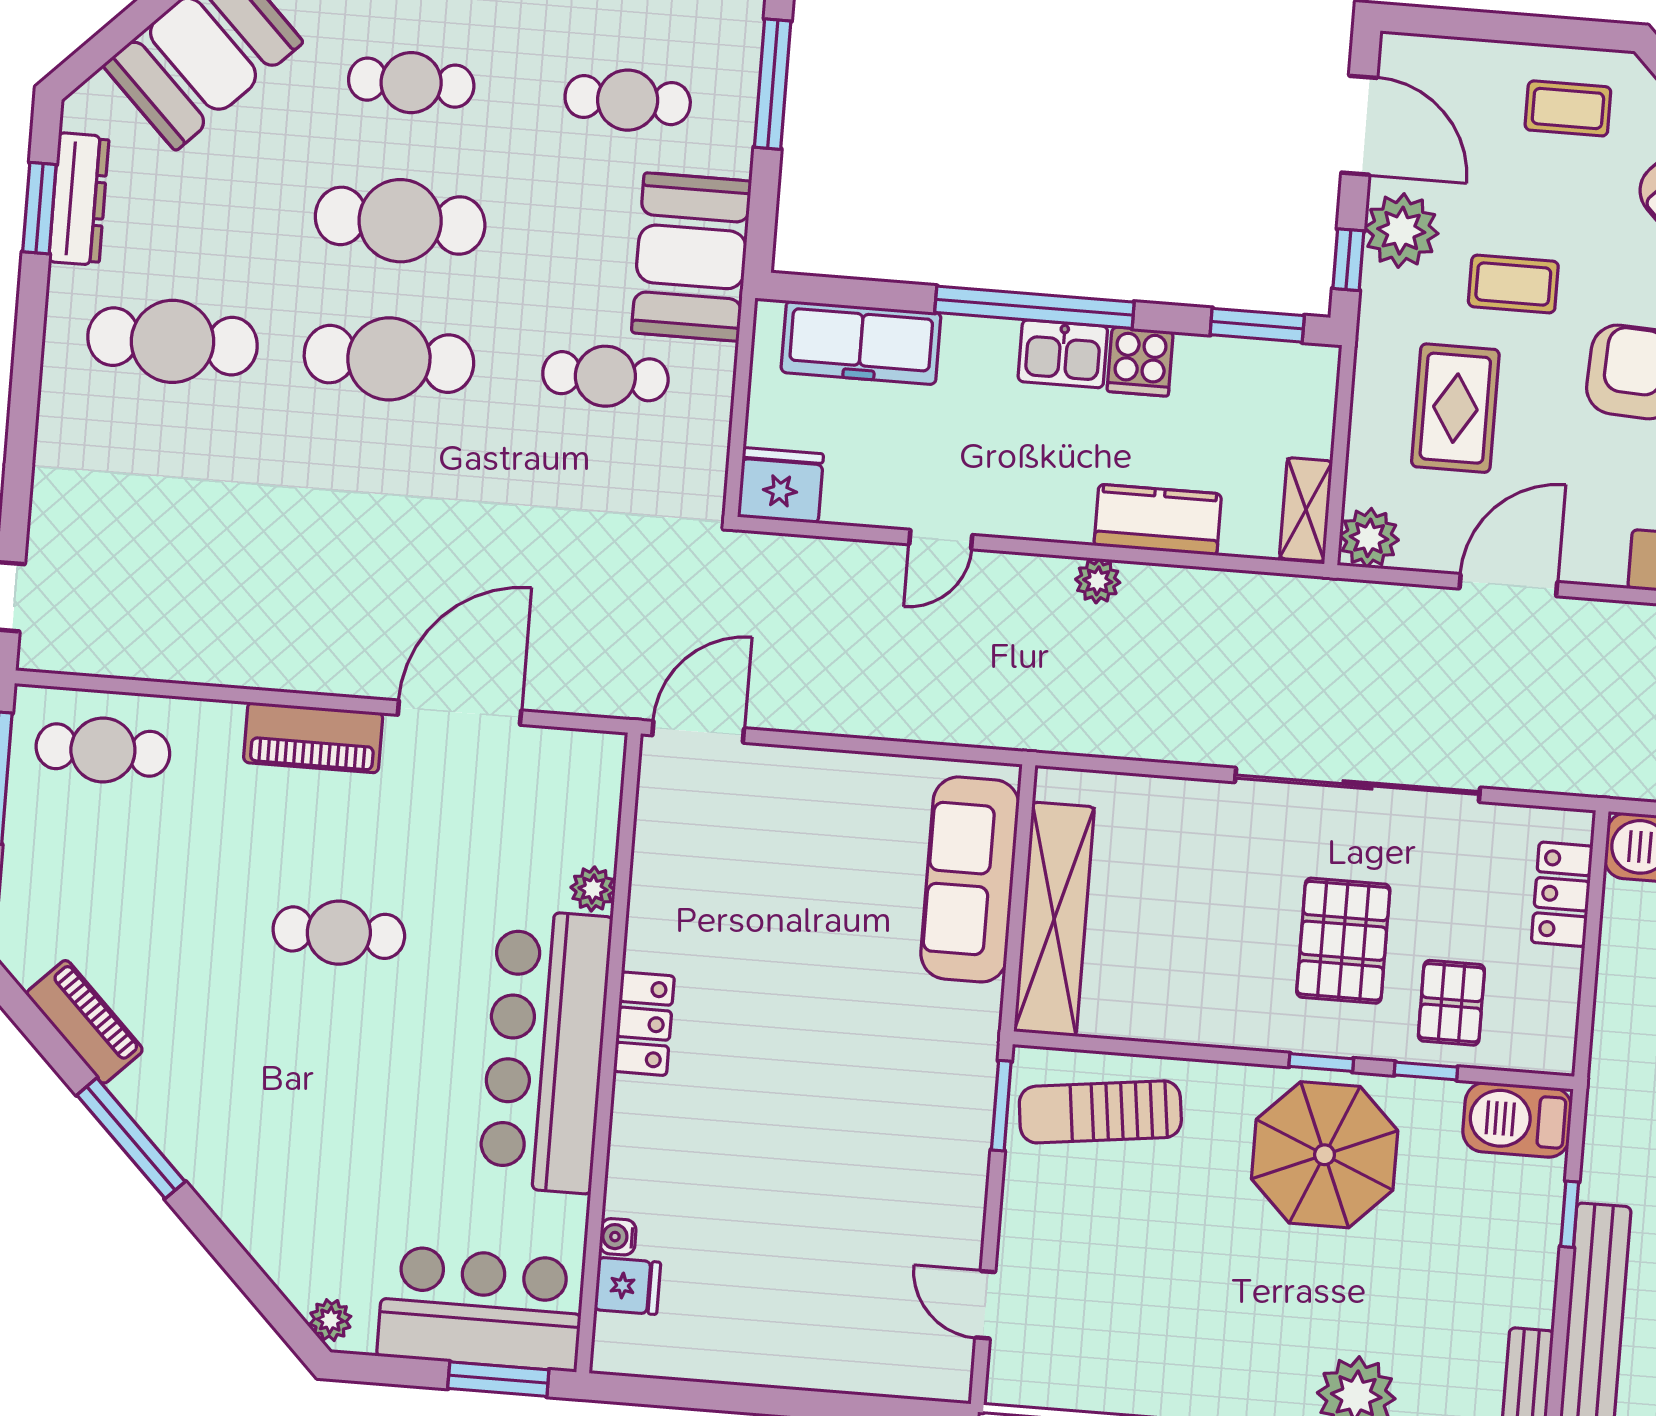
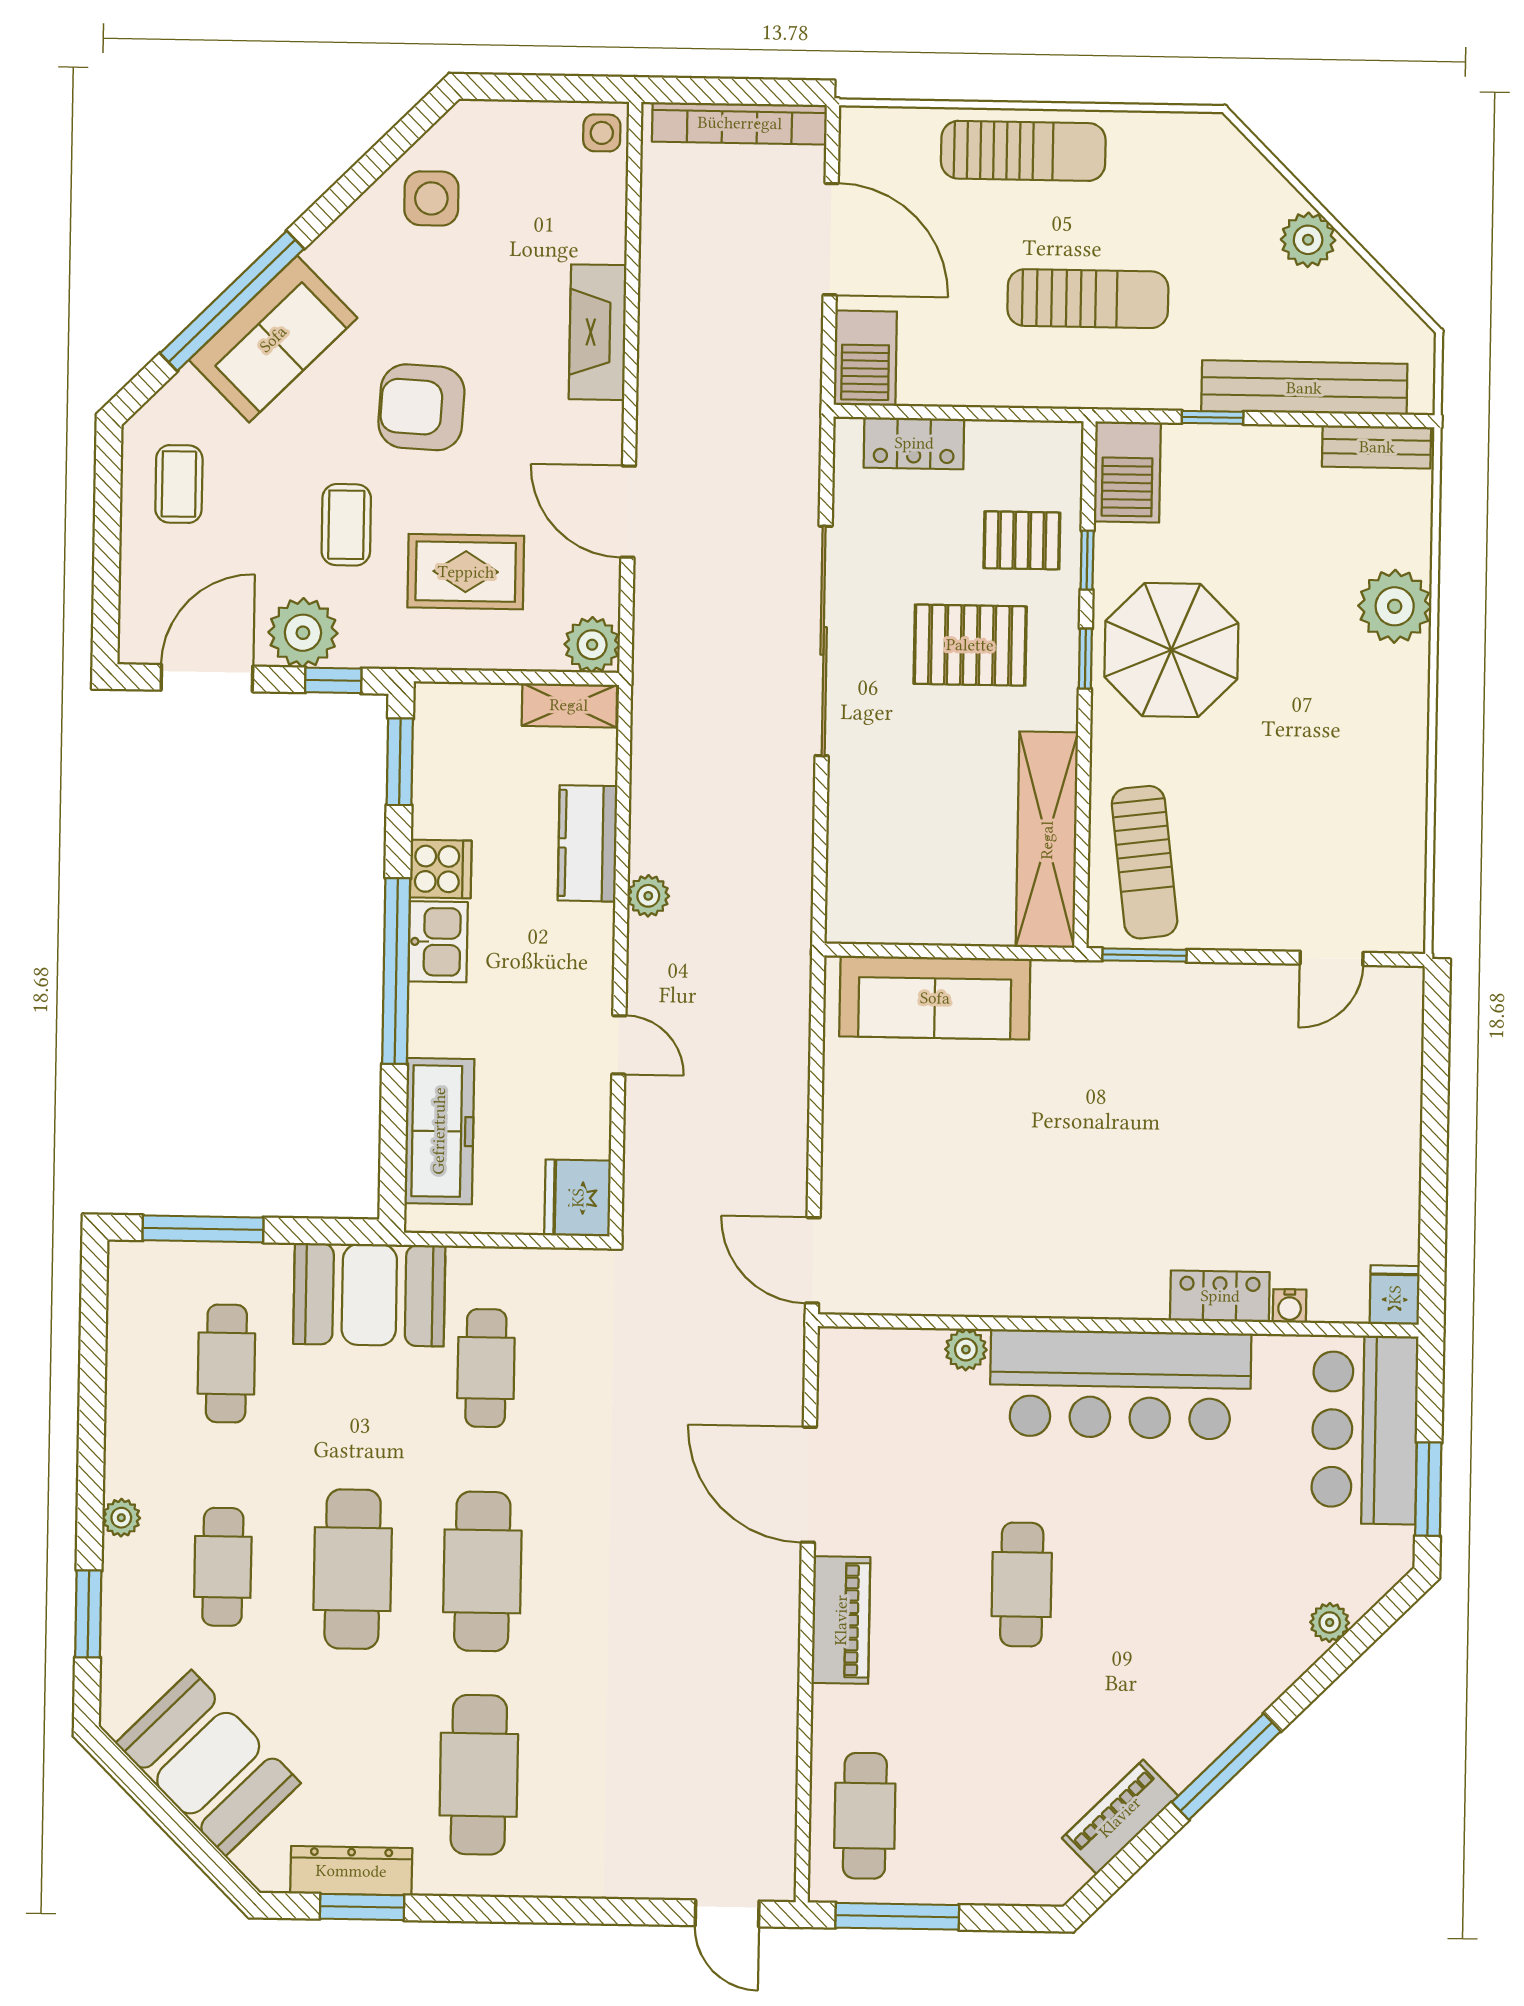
shelving: (1054, 919) -> (1047, 840), moved, turned 90
locker: (644, 1024) -> (1220, 1296), moved
fridge: (627, 1286) -> (1395, 1295), moved
plant: (330, 1320) -> (1330, 1622), moved
window: (498, 1379) -> (1428, 1489), moved

